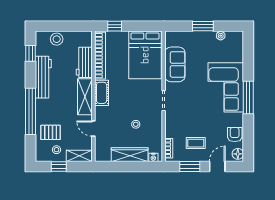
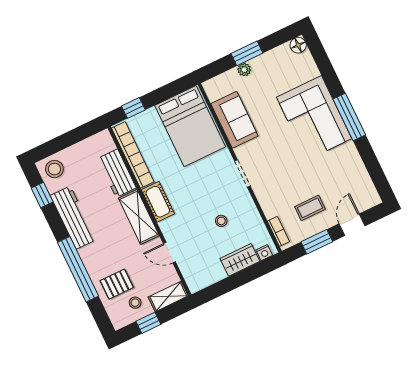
plant: (221, 36) -> (244, 70), moved
stool: (57, 39) -> (54, 169), moved
armchair: (235, 135) -> (355, 173), removed
floor lamp: (238, 154) -> (298, 45), moved
wardrobe: (130, 155) -> (240, 260), width x0.67

